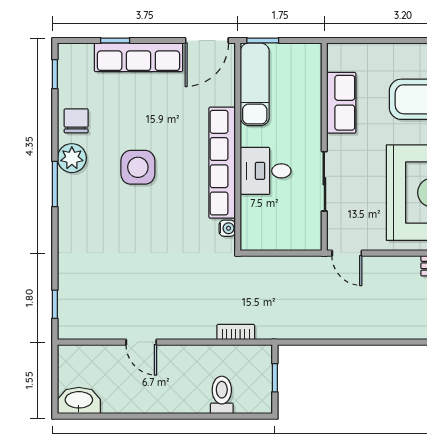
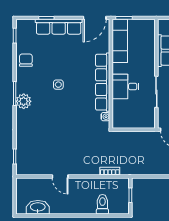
plant: (72, 158) -> (24, 101), moved
side table: (138, 167) -> (58, 85), width x0.54, depth x0.54
washbasin: (79, 401) -> (38, 207), moved

